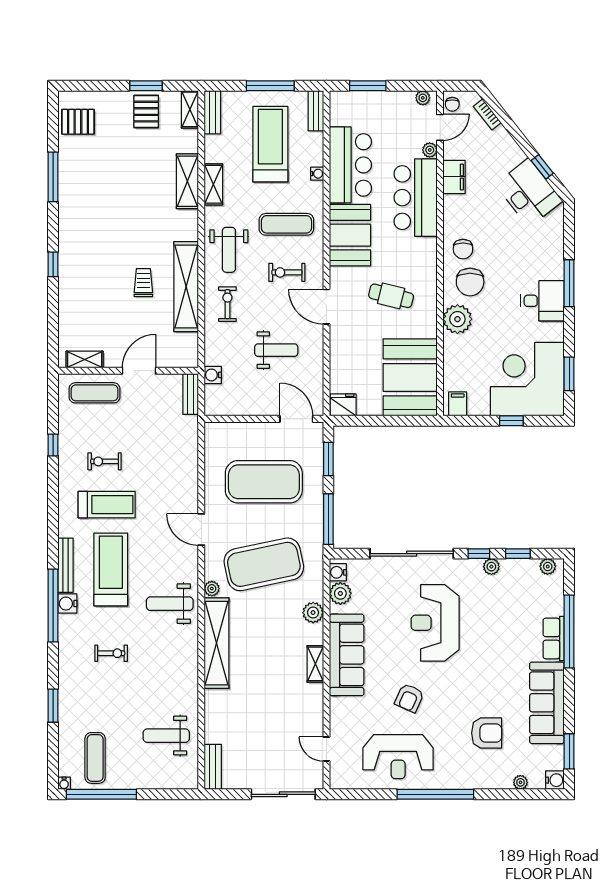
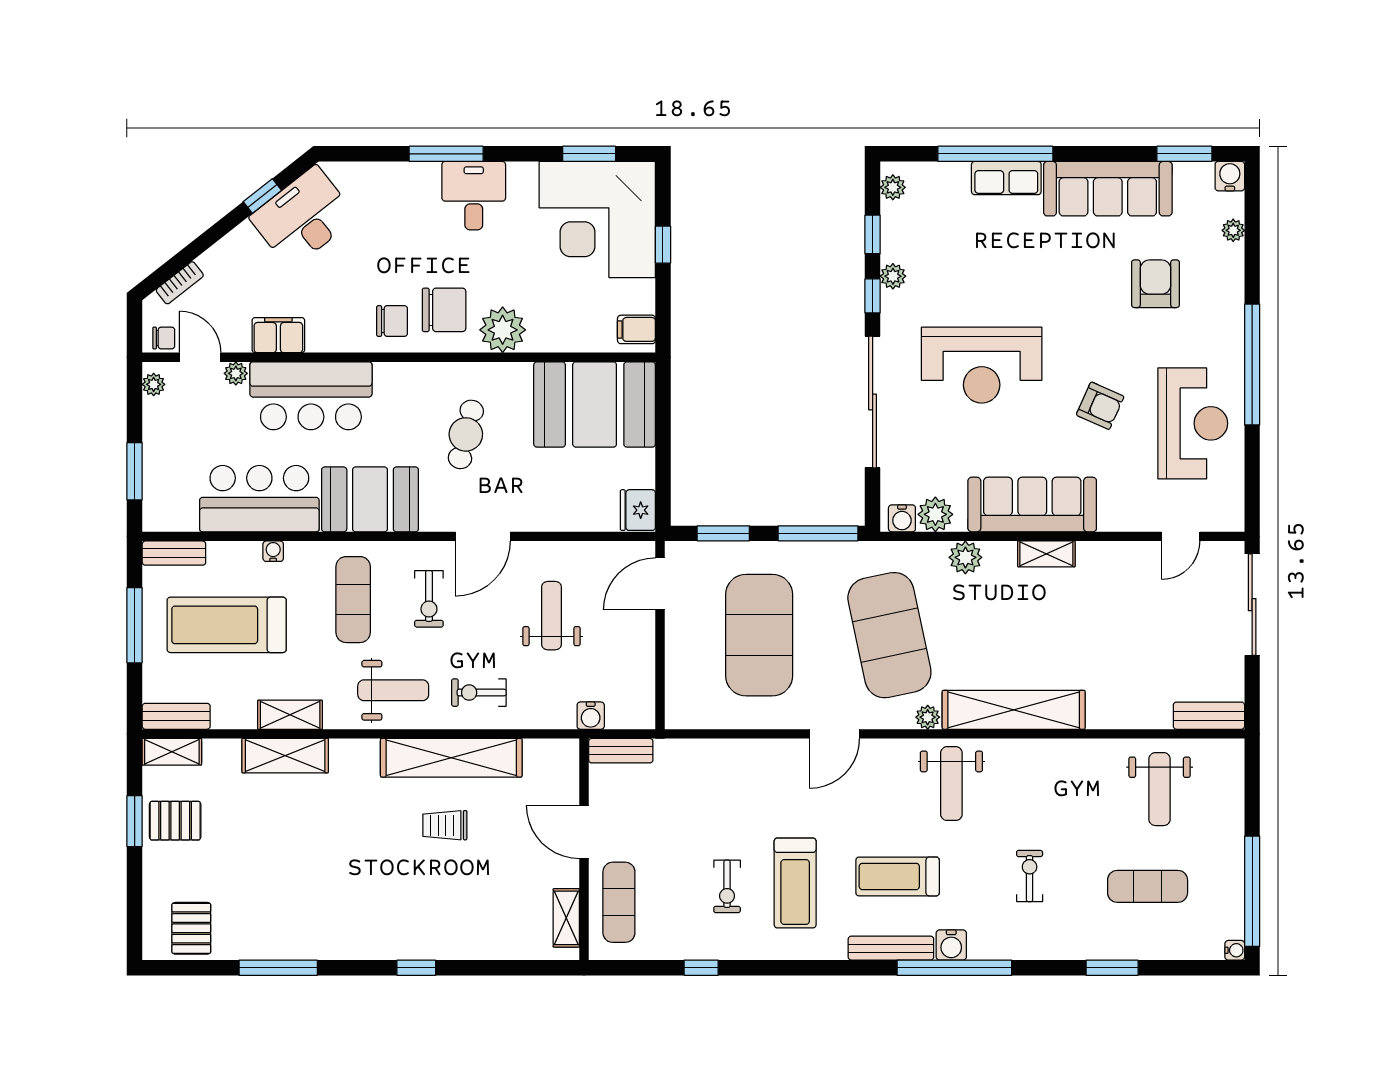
treadmill: (107, 505) -> (795, 883), turned 180
treadmill: (111, 570) -> (898, 876), width x0.73, depth x0.73
exercise mat: (95, 758) -> (1148, 886), moved

